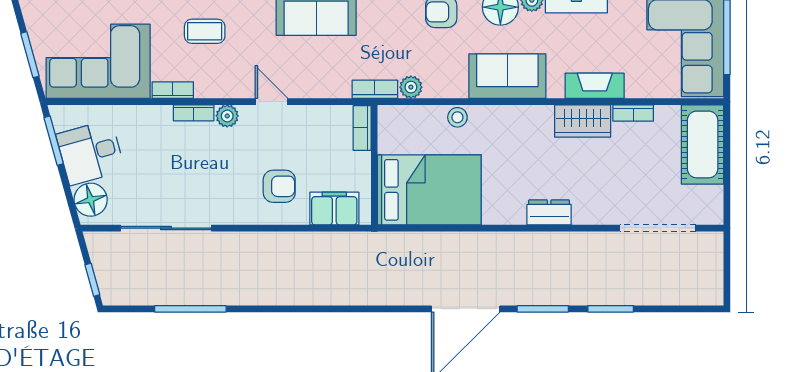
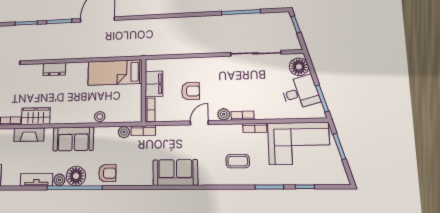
door: (272, 102) -> (199, 123), swing flipped
armchair: (279, 186) -> (191, 91), moved, turned 180
bed: (429, 190) -> (115, 72), width x0.67
filing cabinet: (334, 209) -> (154, 84), moved, turned -90

